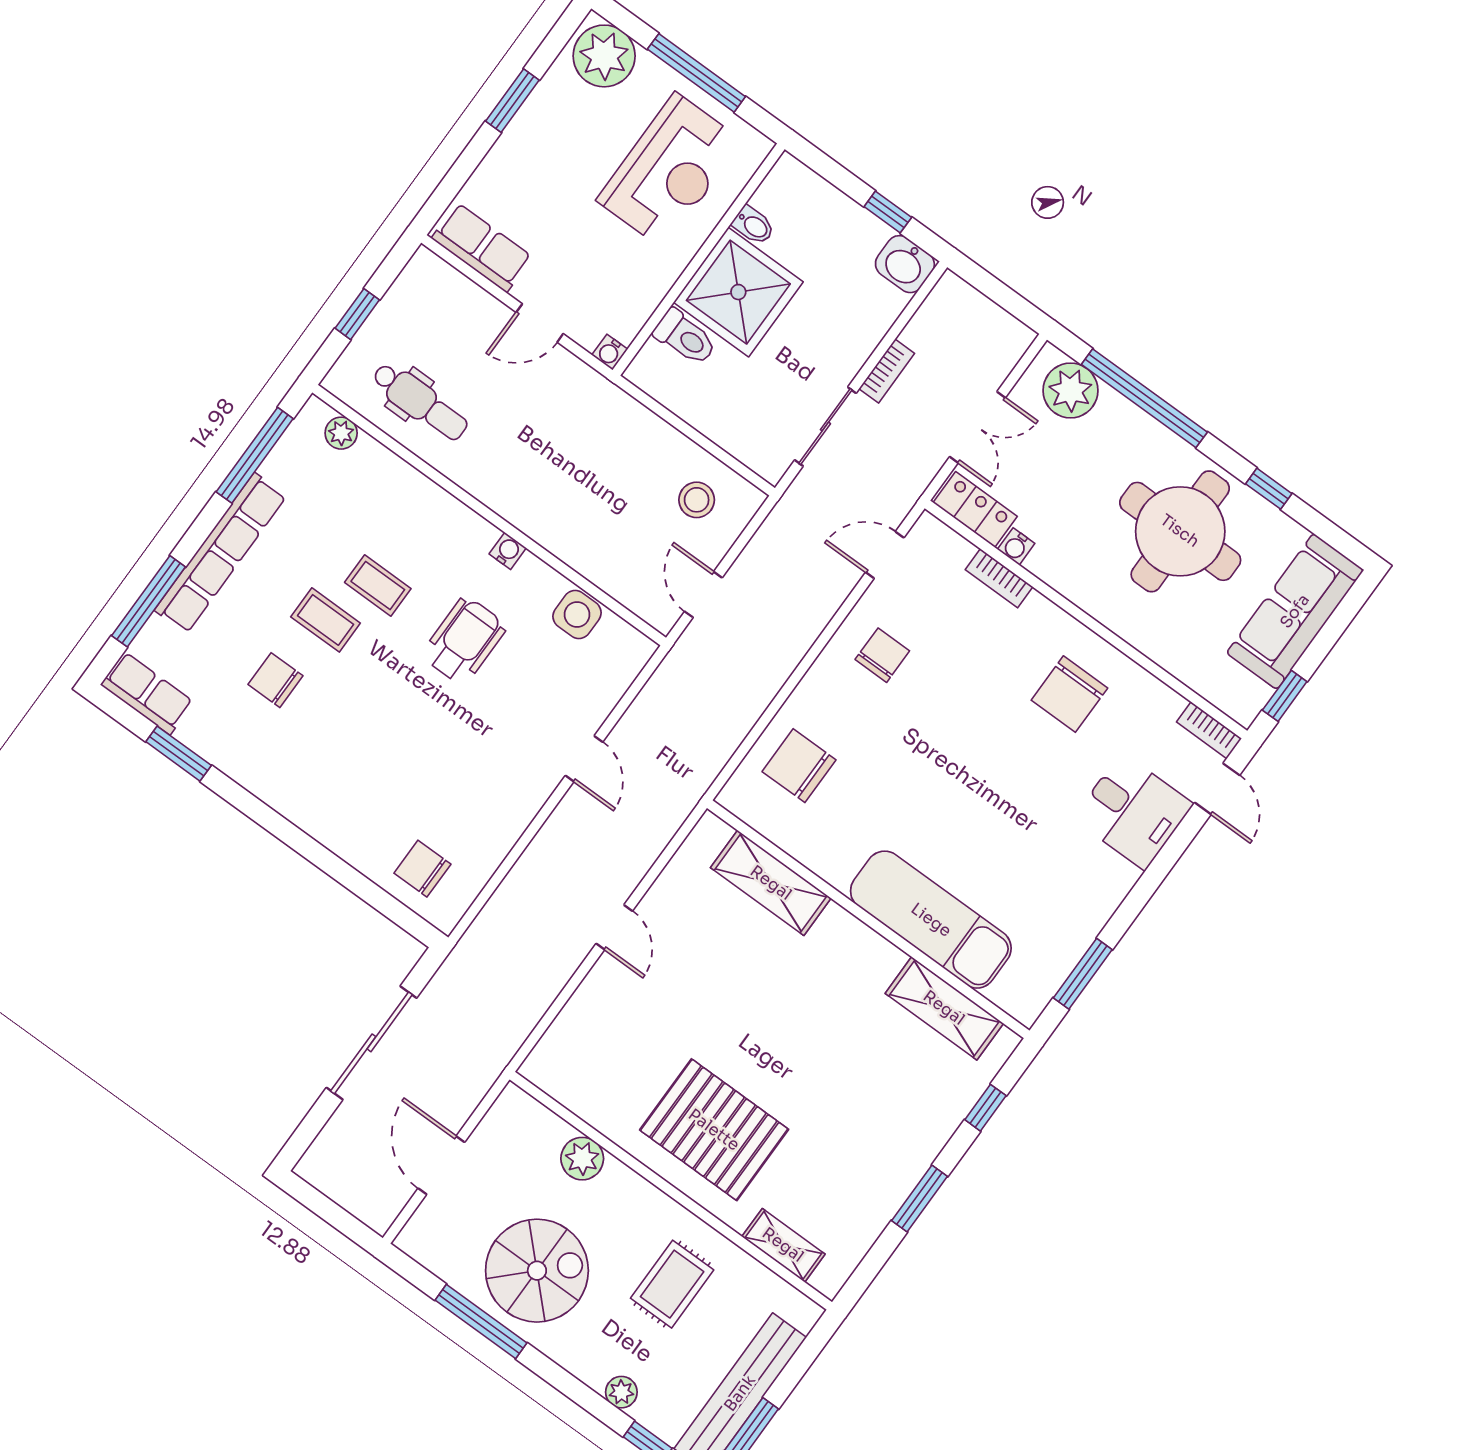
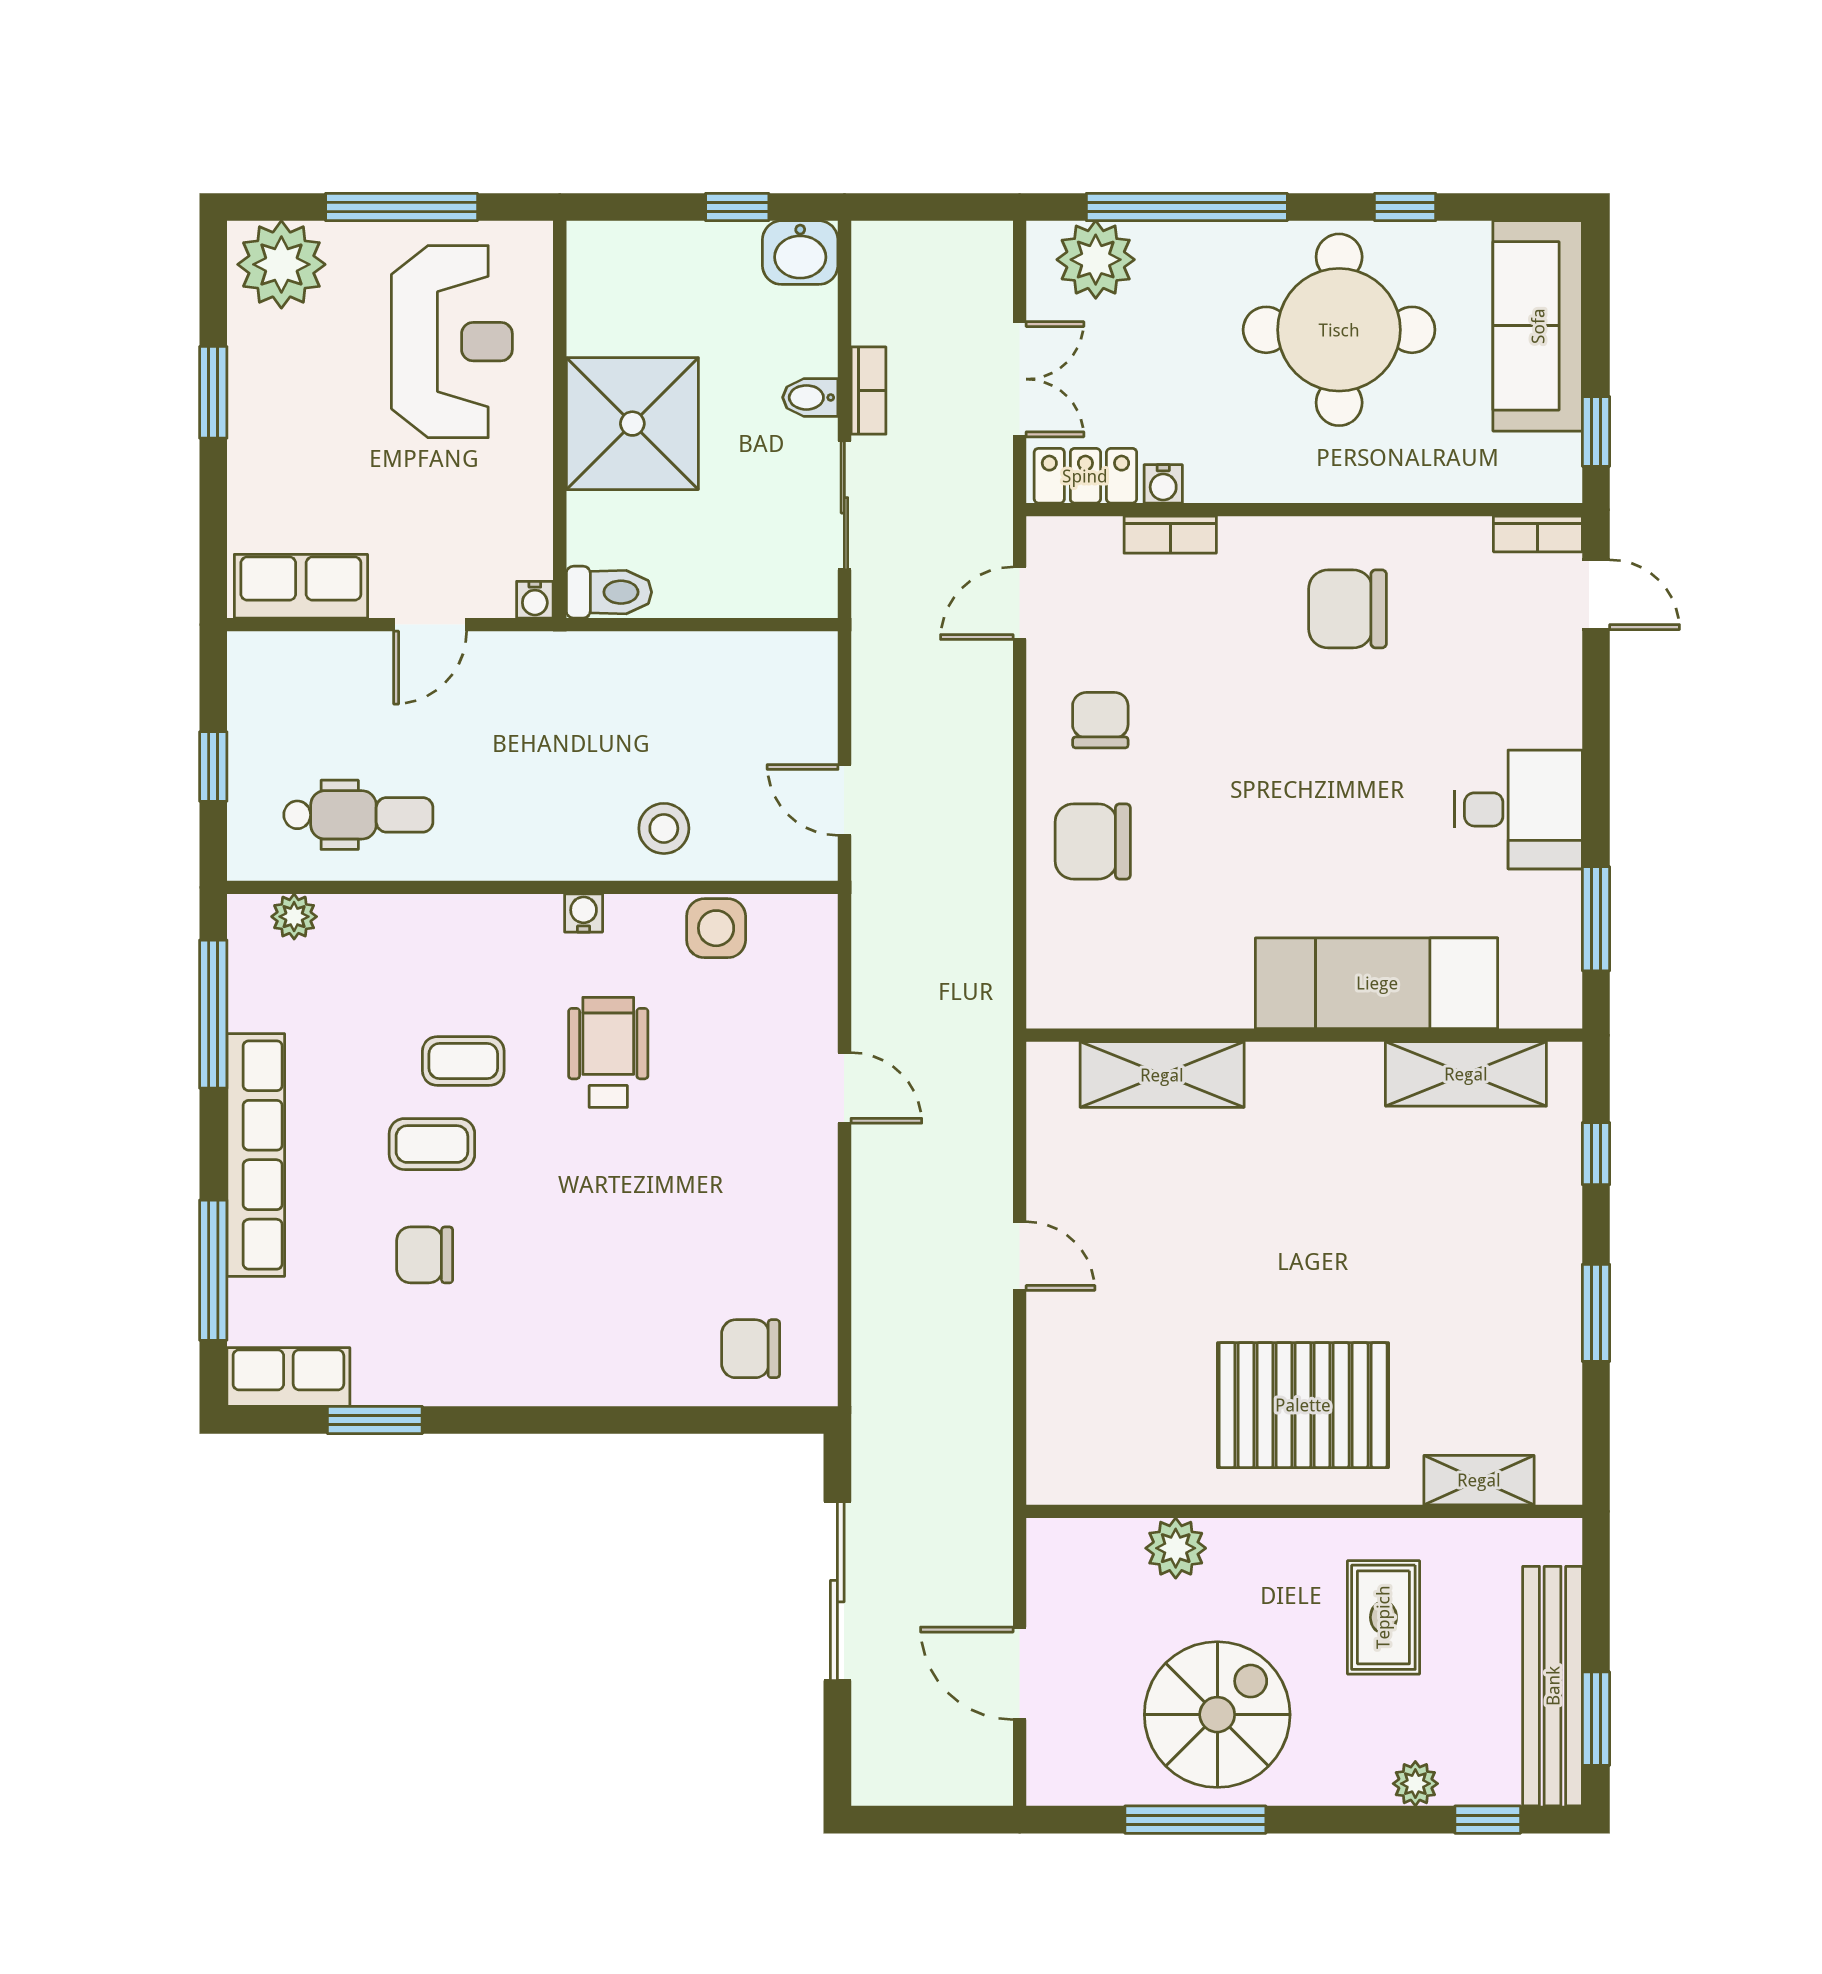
bidet: (753, 225) -> (810, 397), moved, turned 180
toilet: (685, 337) -> (609, 592), moved
stool: (697, 500) -> (664, 828), moved
chair: (1069, 694) -> (1348, 609), turned 90
chair: (799, 766) -> (1093, 841), moved
desk: (1133, 811) -> (1518, 809), moved

